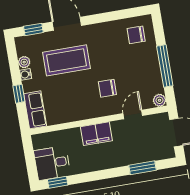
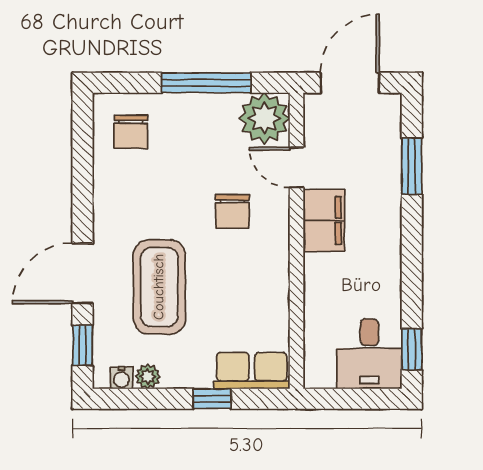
water cooler: (26, 74) -> (121, 378), moved
plant: (160, 100) -> (264, 118), width x1.87, depth x1.87
filing cabinet: (96, 134) -> (324, 220), moved

